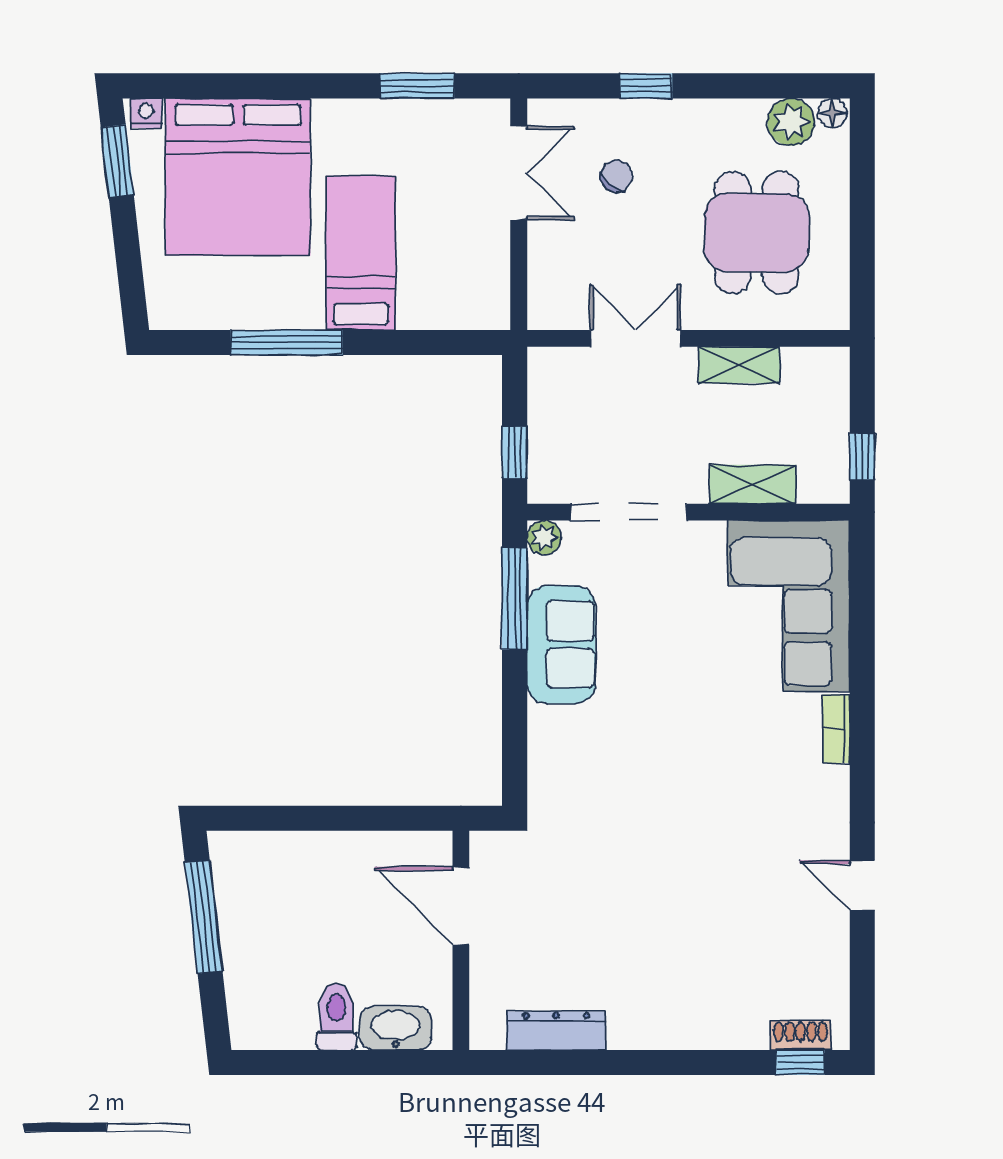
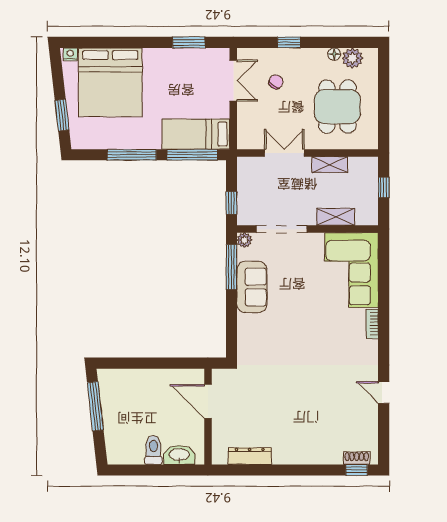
floor lamp: (832, 113) -> (334, 54), moved
window: (117, 161) -> (62, 115), moved
bed: (361, 253) -> (196, 134), moved, turned -90
window: (425, 342) -> (192, 155), added
window: (862, 457) -> (384, 188), moved

